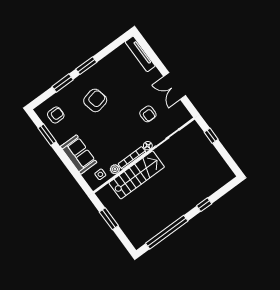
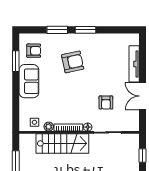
tv unit: (140, 54) -> (134, 64), moved
sofa: (79, 154) -> (29, 81), moved

